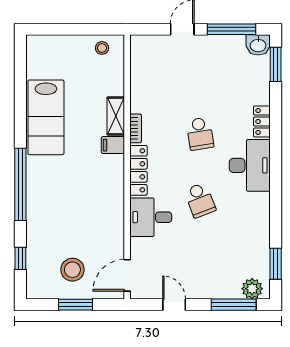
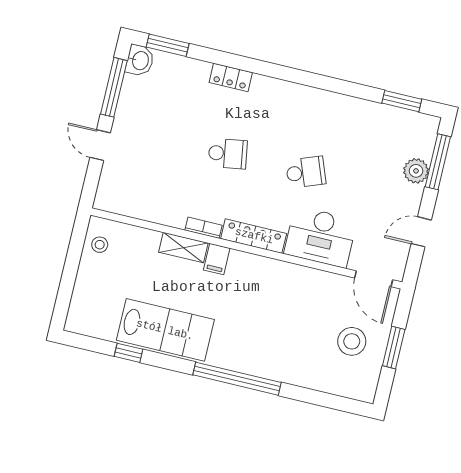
desk: (250, 165) -> (279, 104), removed
desk: (151, 217) -> (320, 237), width x1.37
window: (20, 258) -> (129, 353), moved
plant: (252, 289) -> (416, 171), moved

